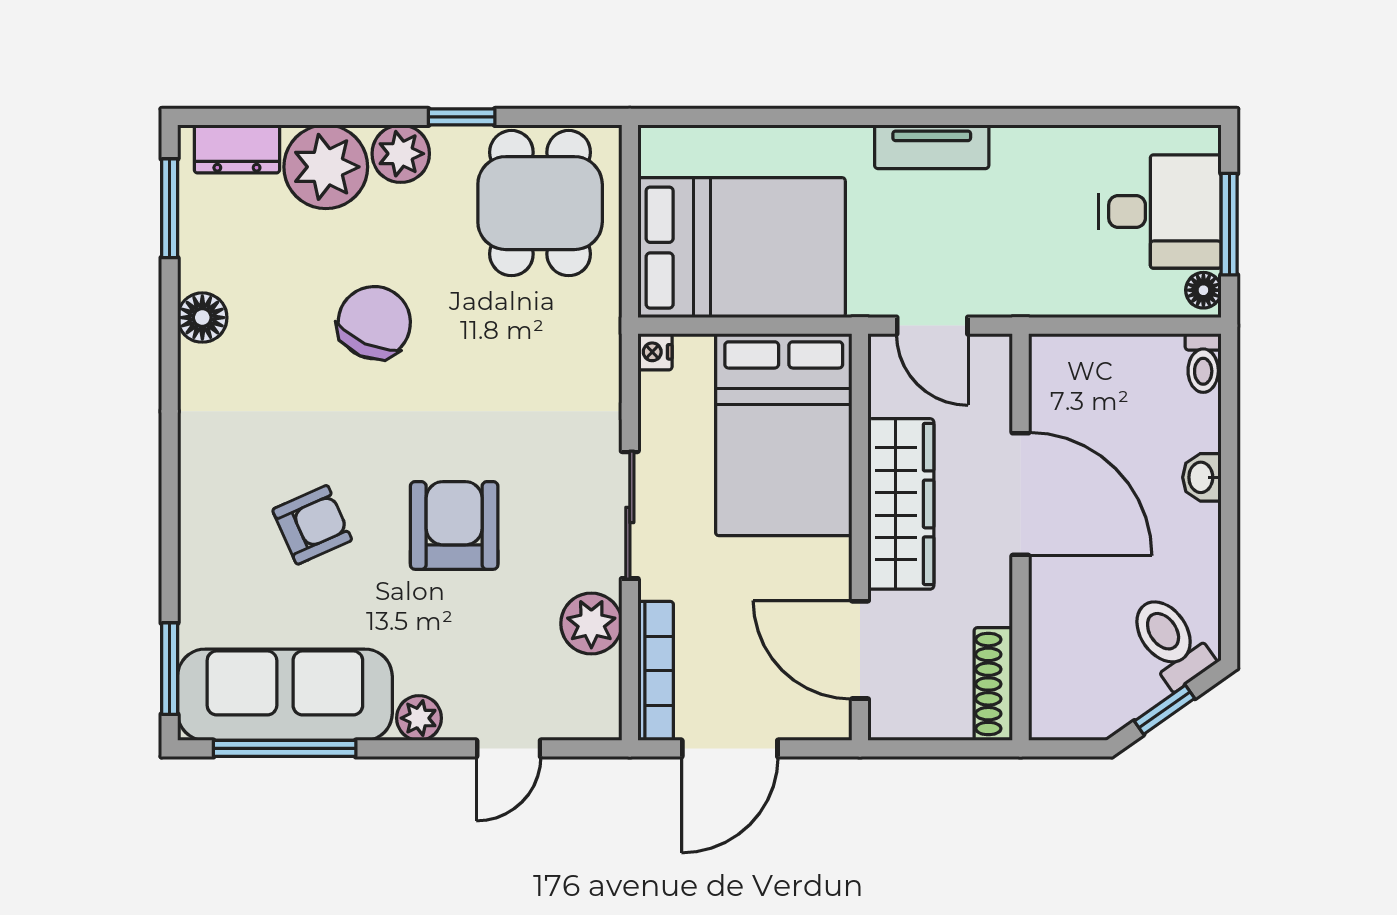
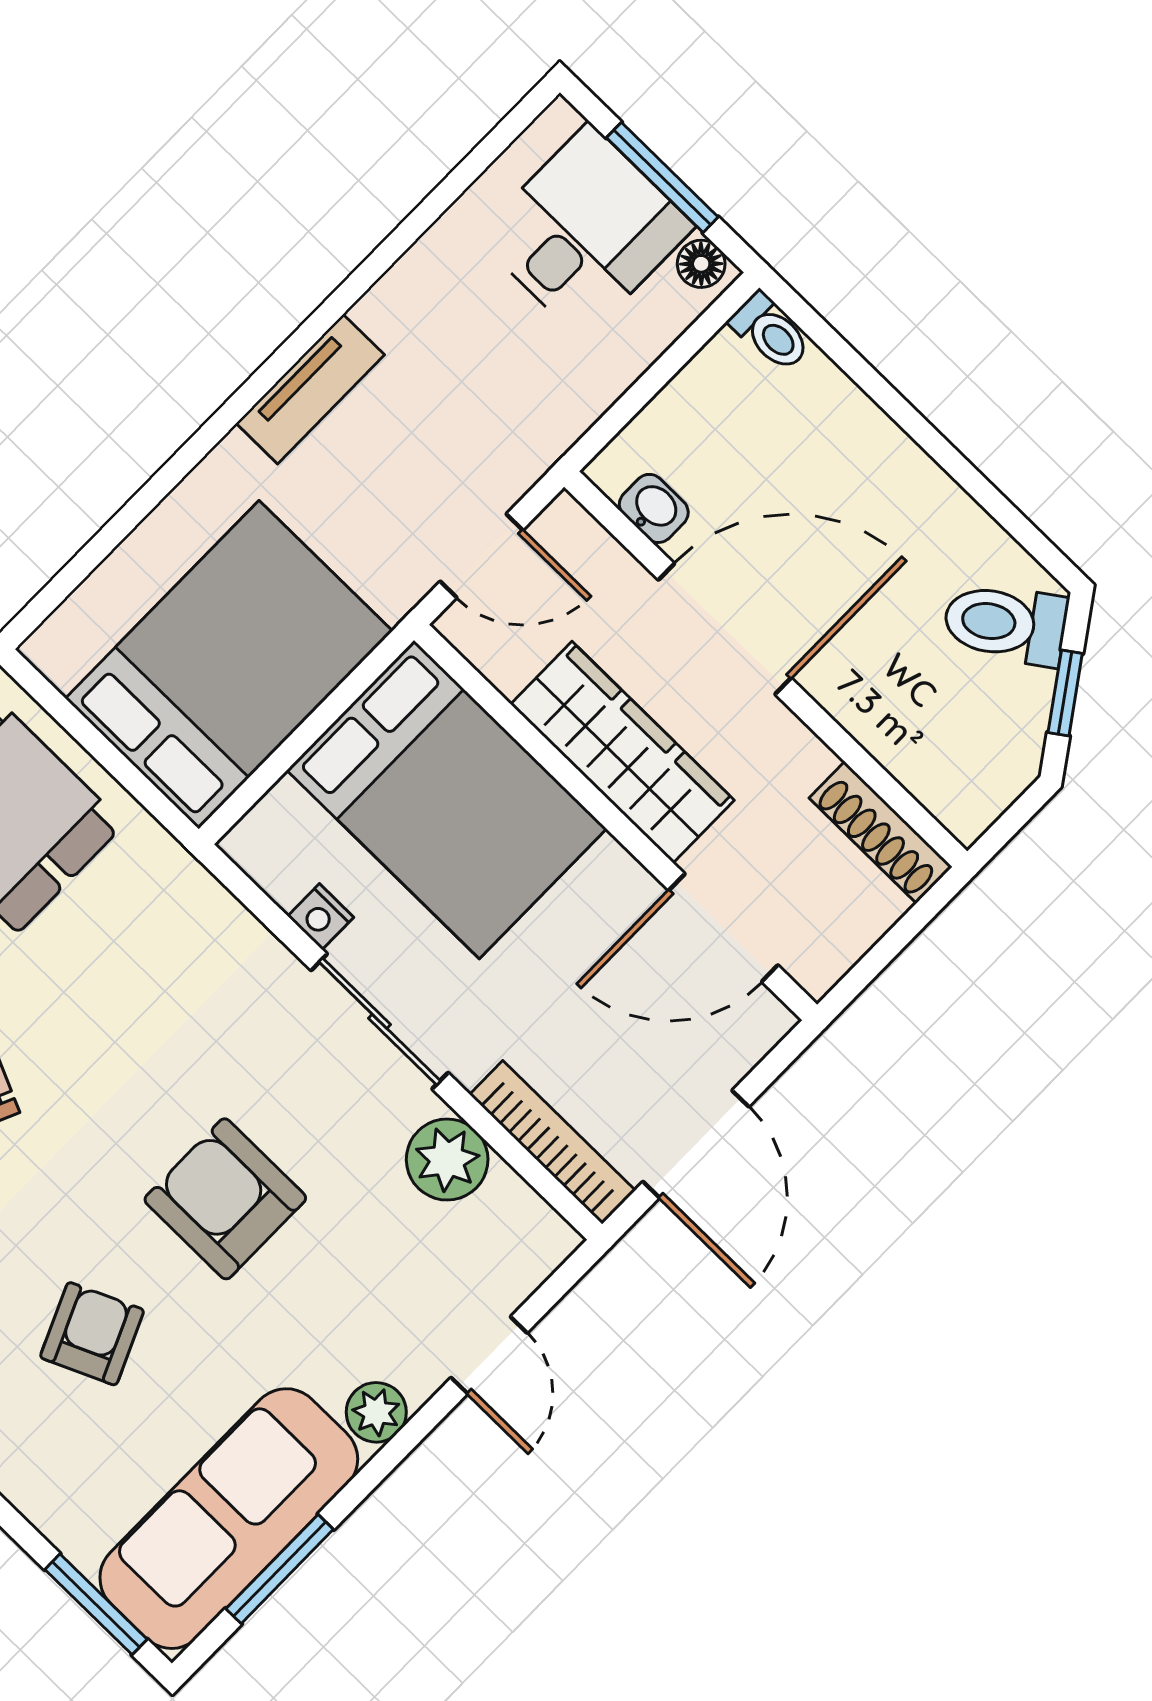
nightstand: (655, 352) -> (321, 917), moved
washbasin: (1202, 477) -> (654, 508), moved, turned 180
window: (285, 748) -> (280, 1569), width x0.69

